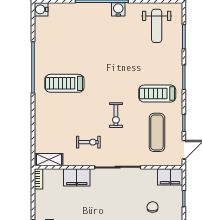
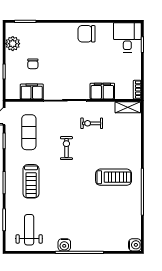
treadmill: (157, 94) -> (31, 181), moved, turned 90
filing cabinet: (170, 177) -> (32, 92), moved

